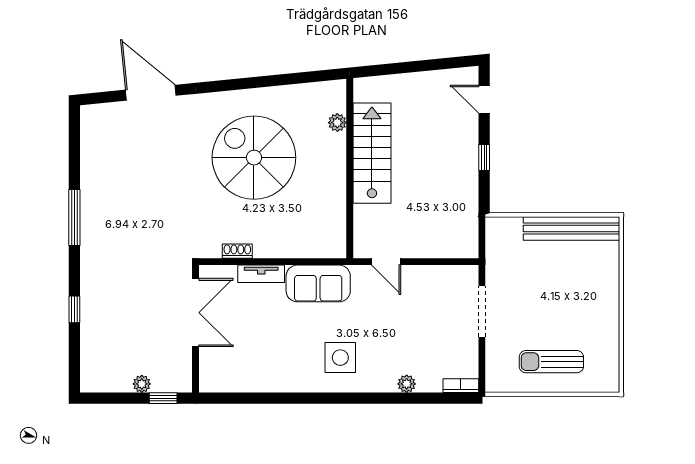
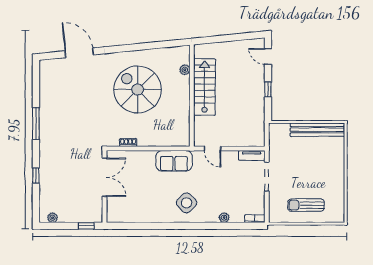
tv unit: (261, 274) -> (252, 155), moved
side table: (340, 358) -> (186, 203), turned 45
plant: (142, 384) -> (53, 218), moved

